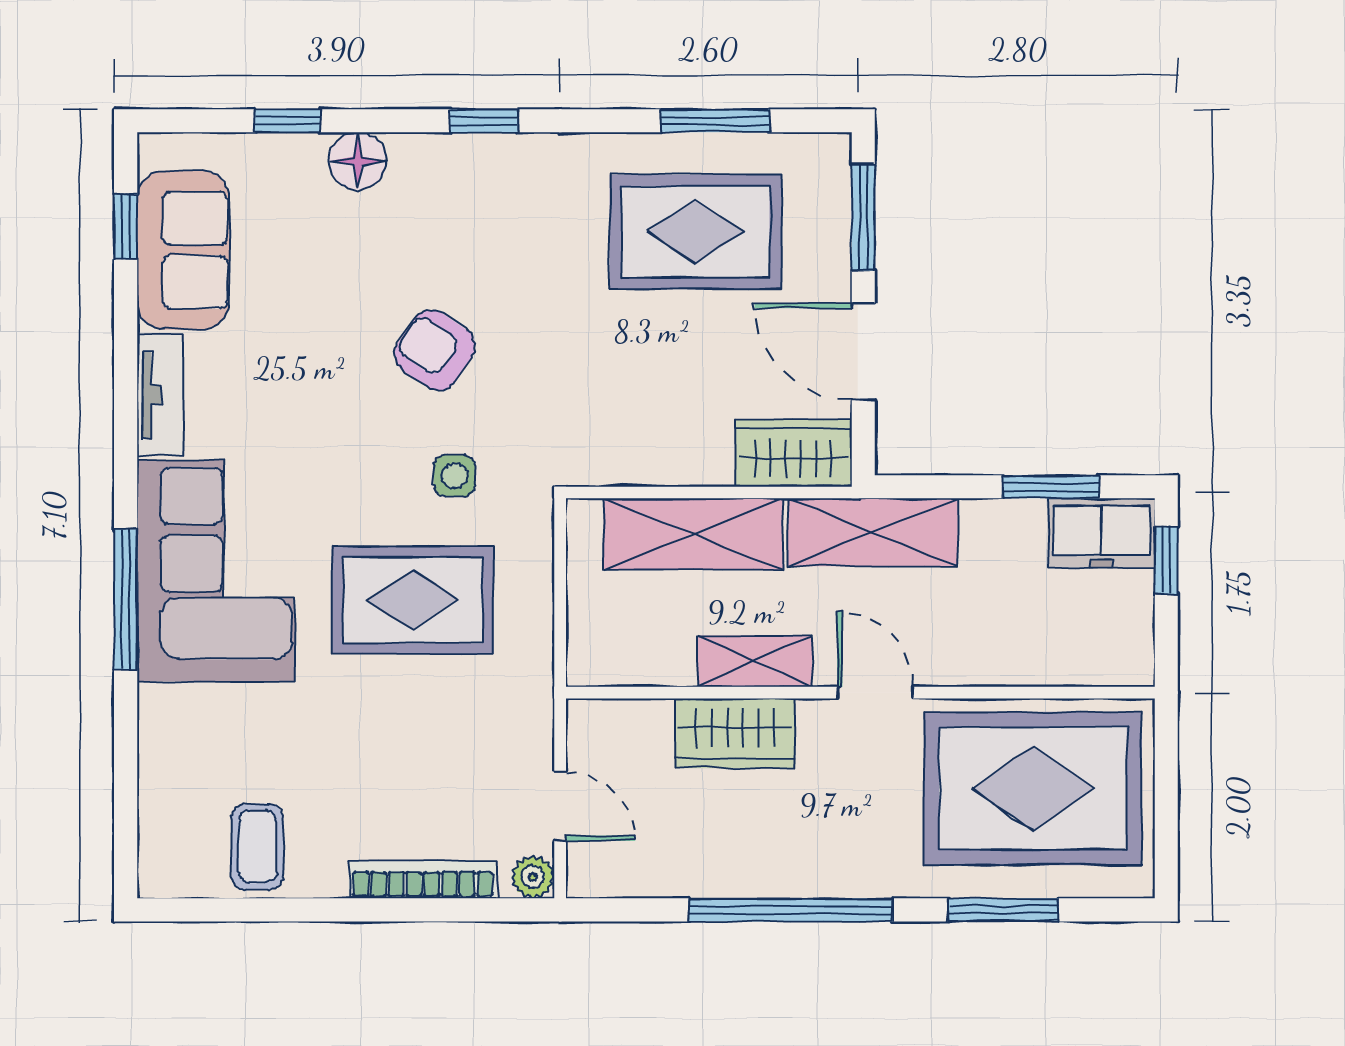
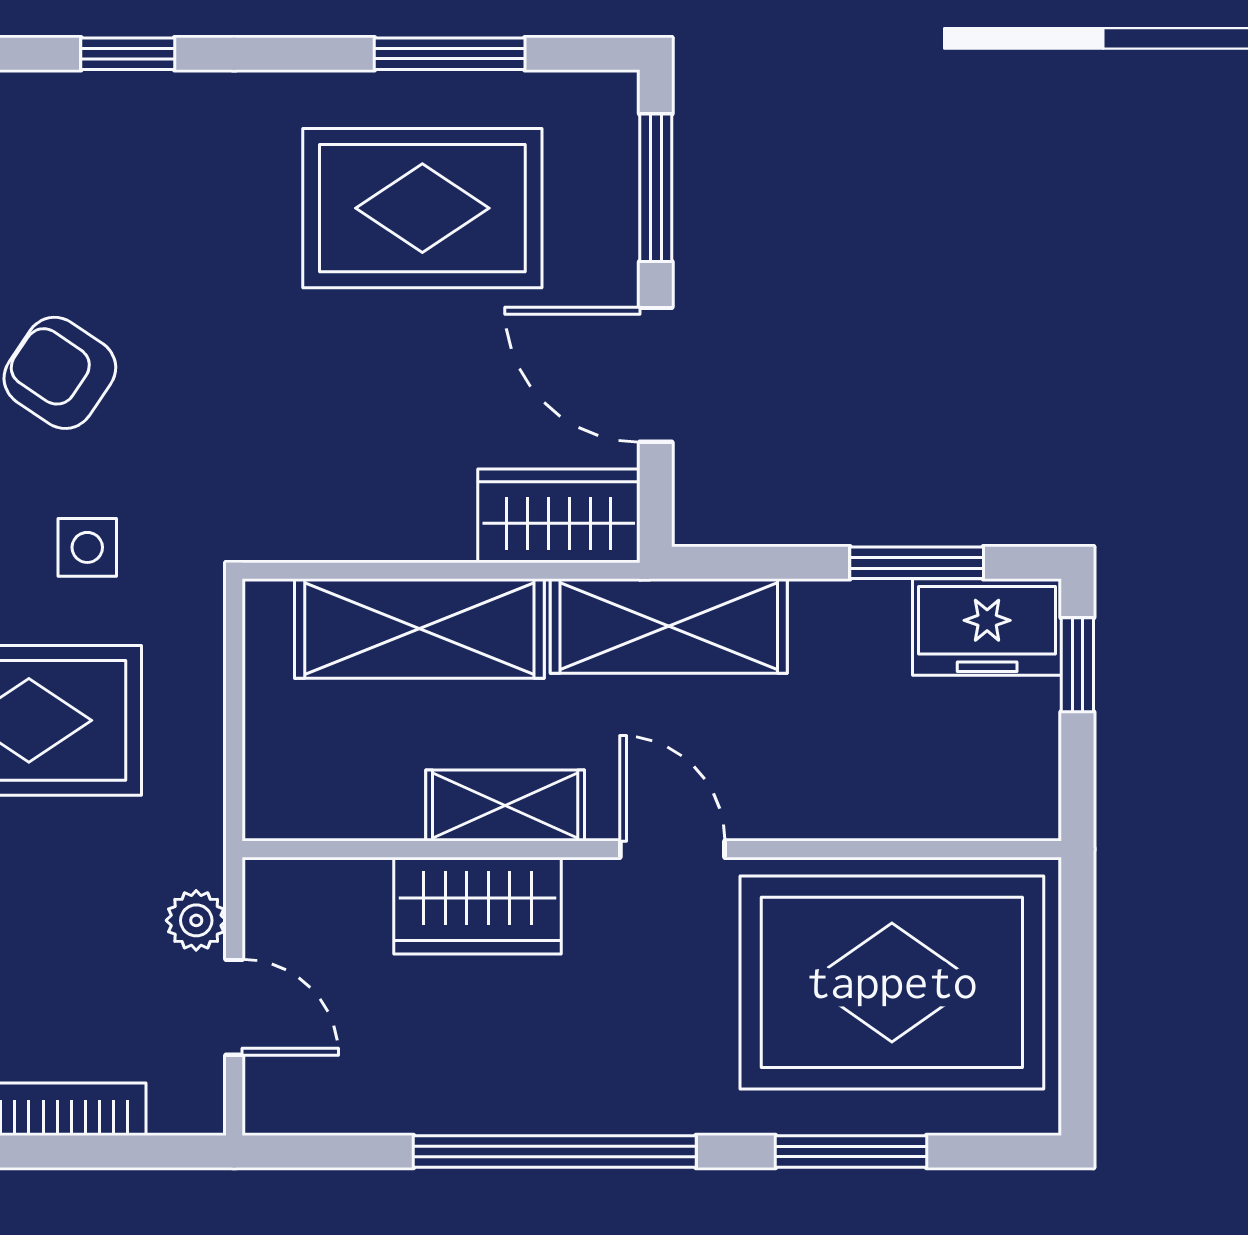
plant: (533, 877) -> (196, 920), moved

